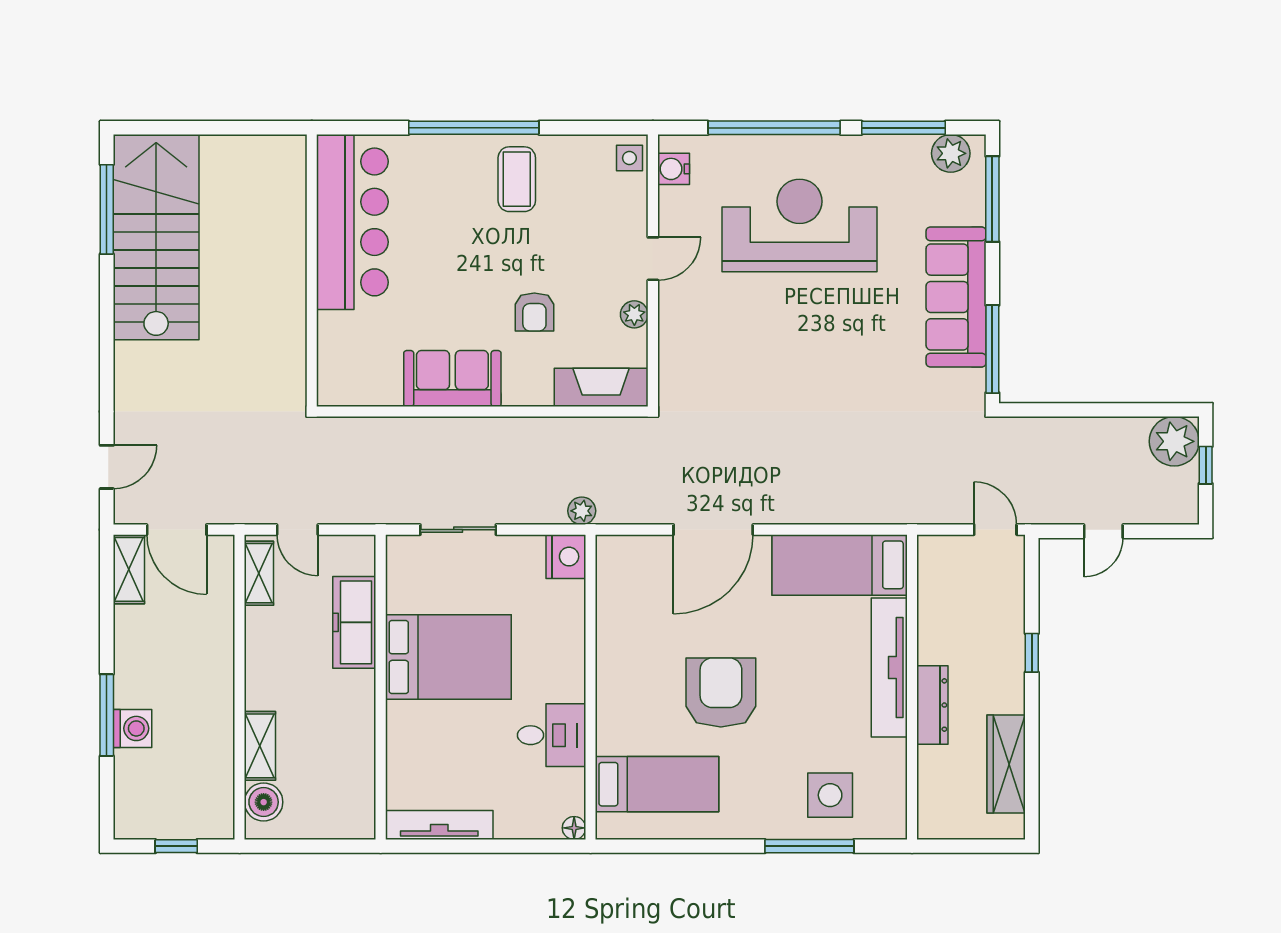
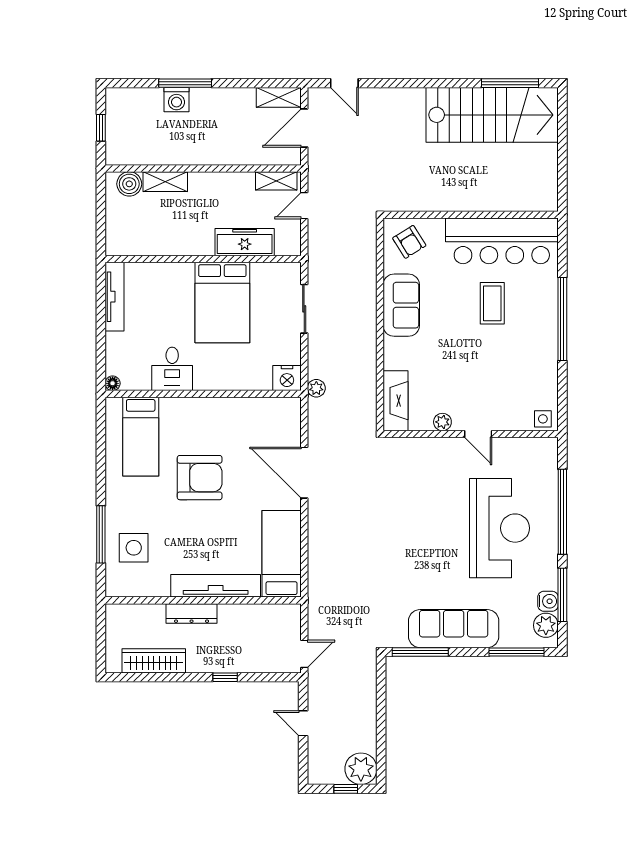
water cooler: (674, 169) -> (548, 601), moved, turned 90
coffee table: (517, 179) -> (492, 303), moved, turned 90
armchair: (534, 312) -> (409, 242), moved, turned -122

